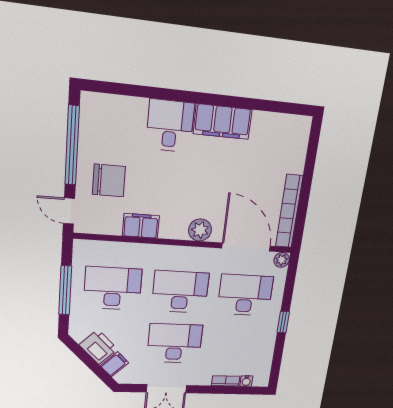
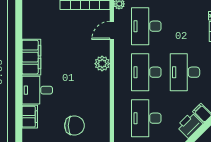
chair: (109, 181) -> (74, 126), turned 90
filing cabinet: (141, 226) -> (30, 117), moved, turned 180
door: (246, 247) -> (112, 30), width x0.53

